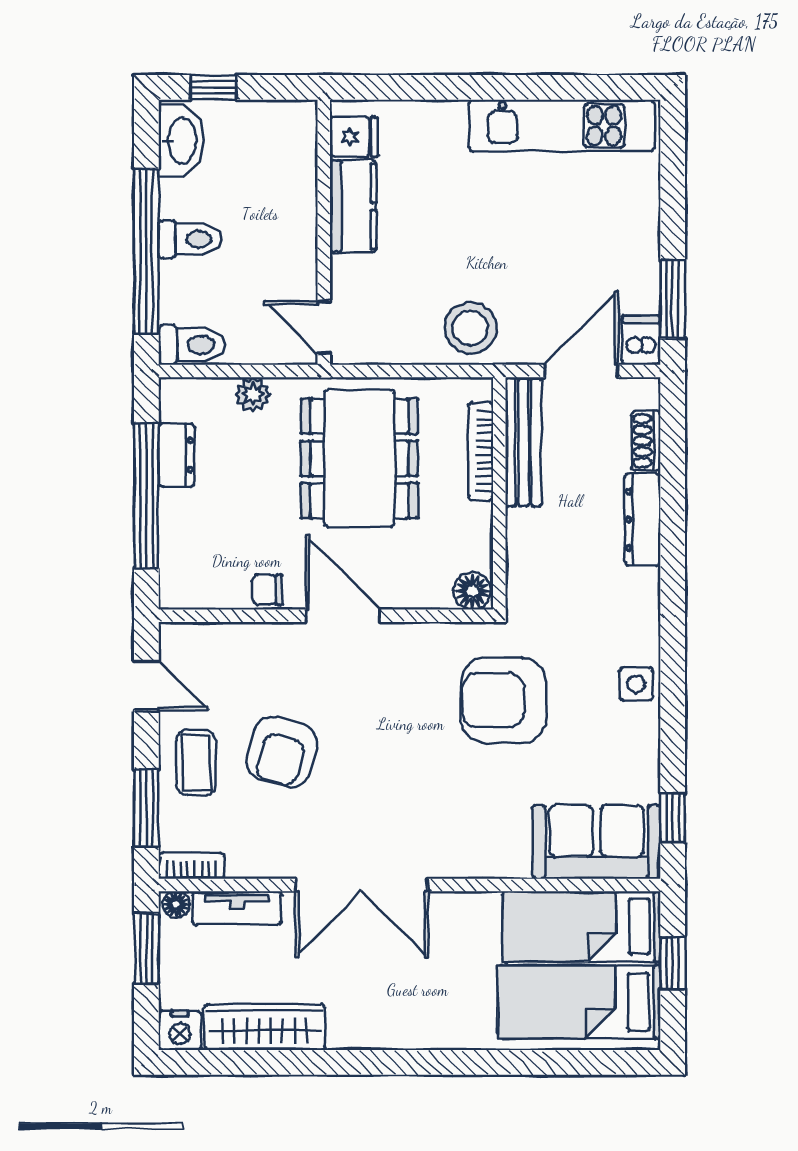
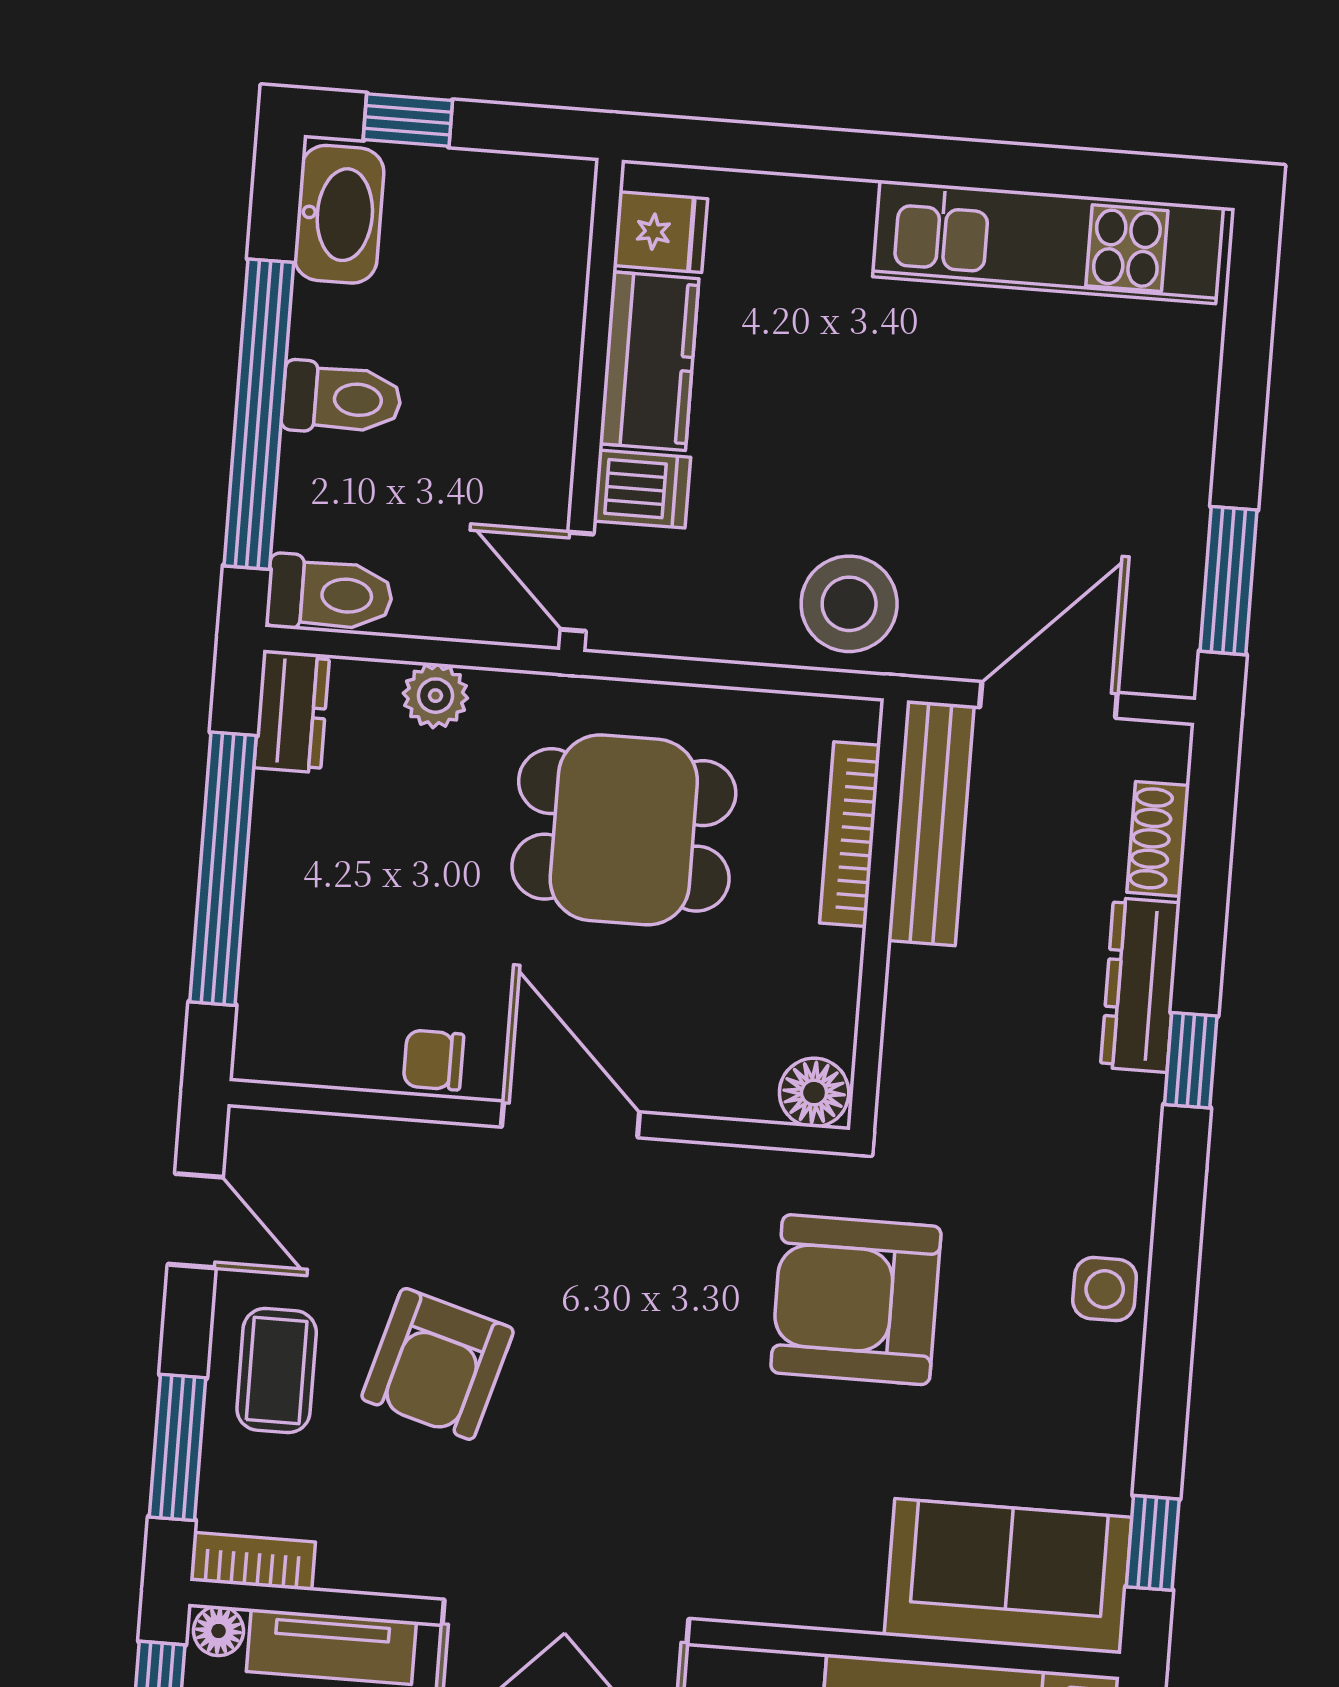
dishwasher: (641, 340) -> (642, 489), moved, turned 90
dresser: (177, 455) -> (292, 711), moved
dining table: (359, 458) -> (624, 830), width x0.73
window: (673, 558) -> (1191, 1060), added

